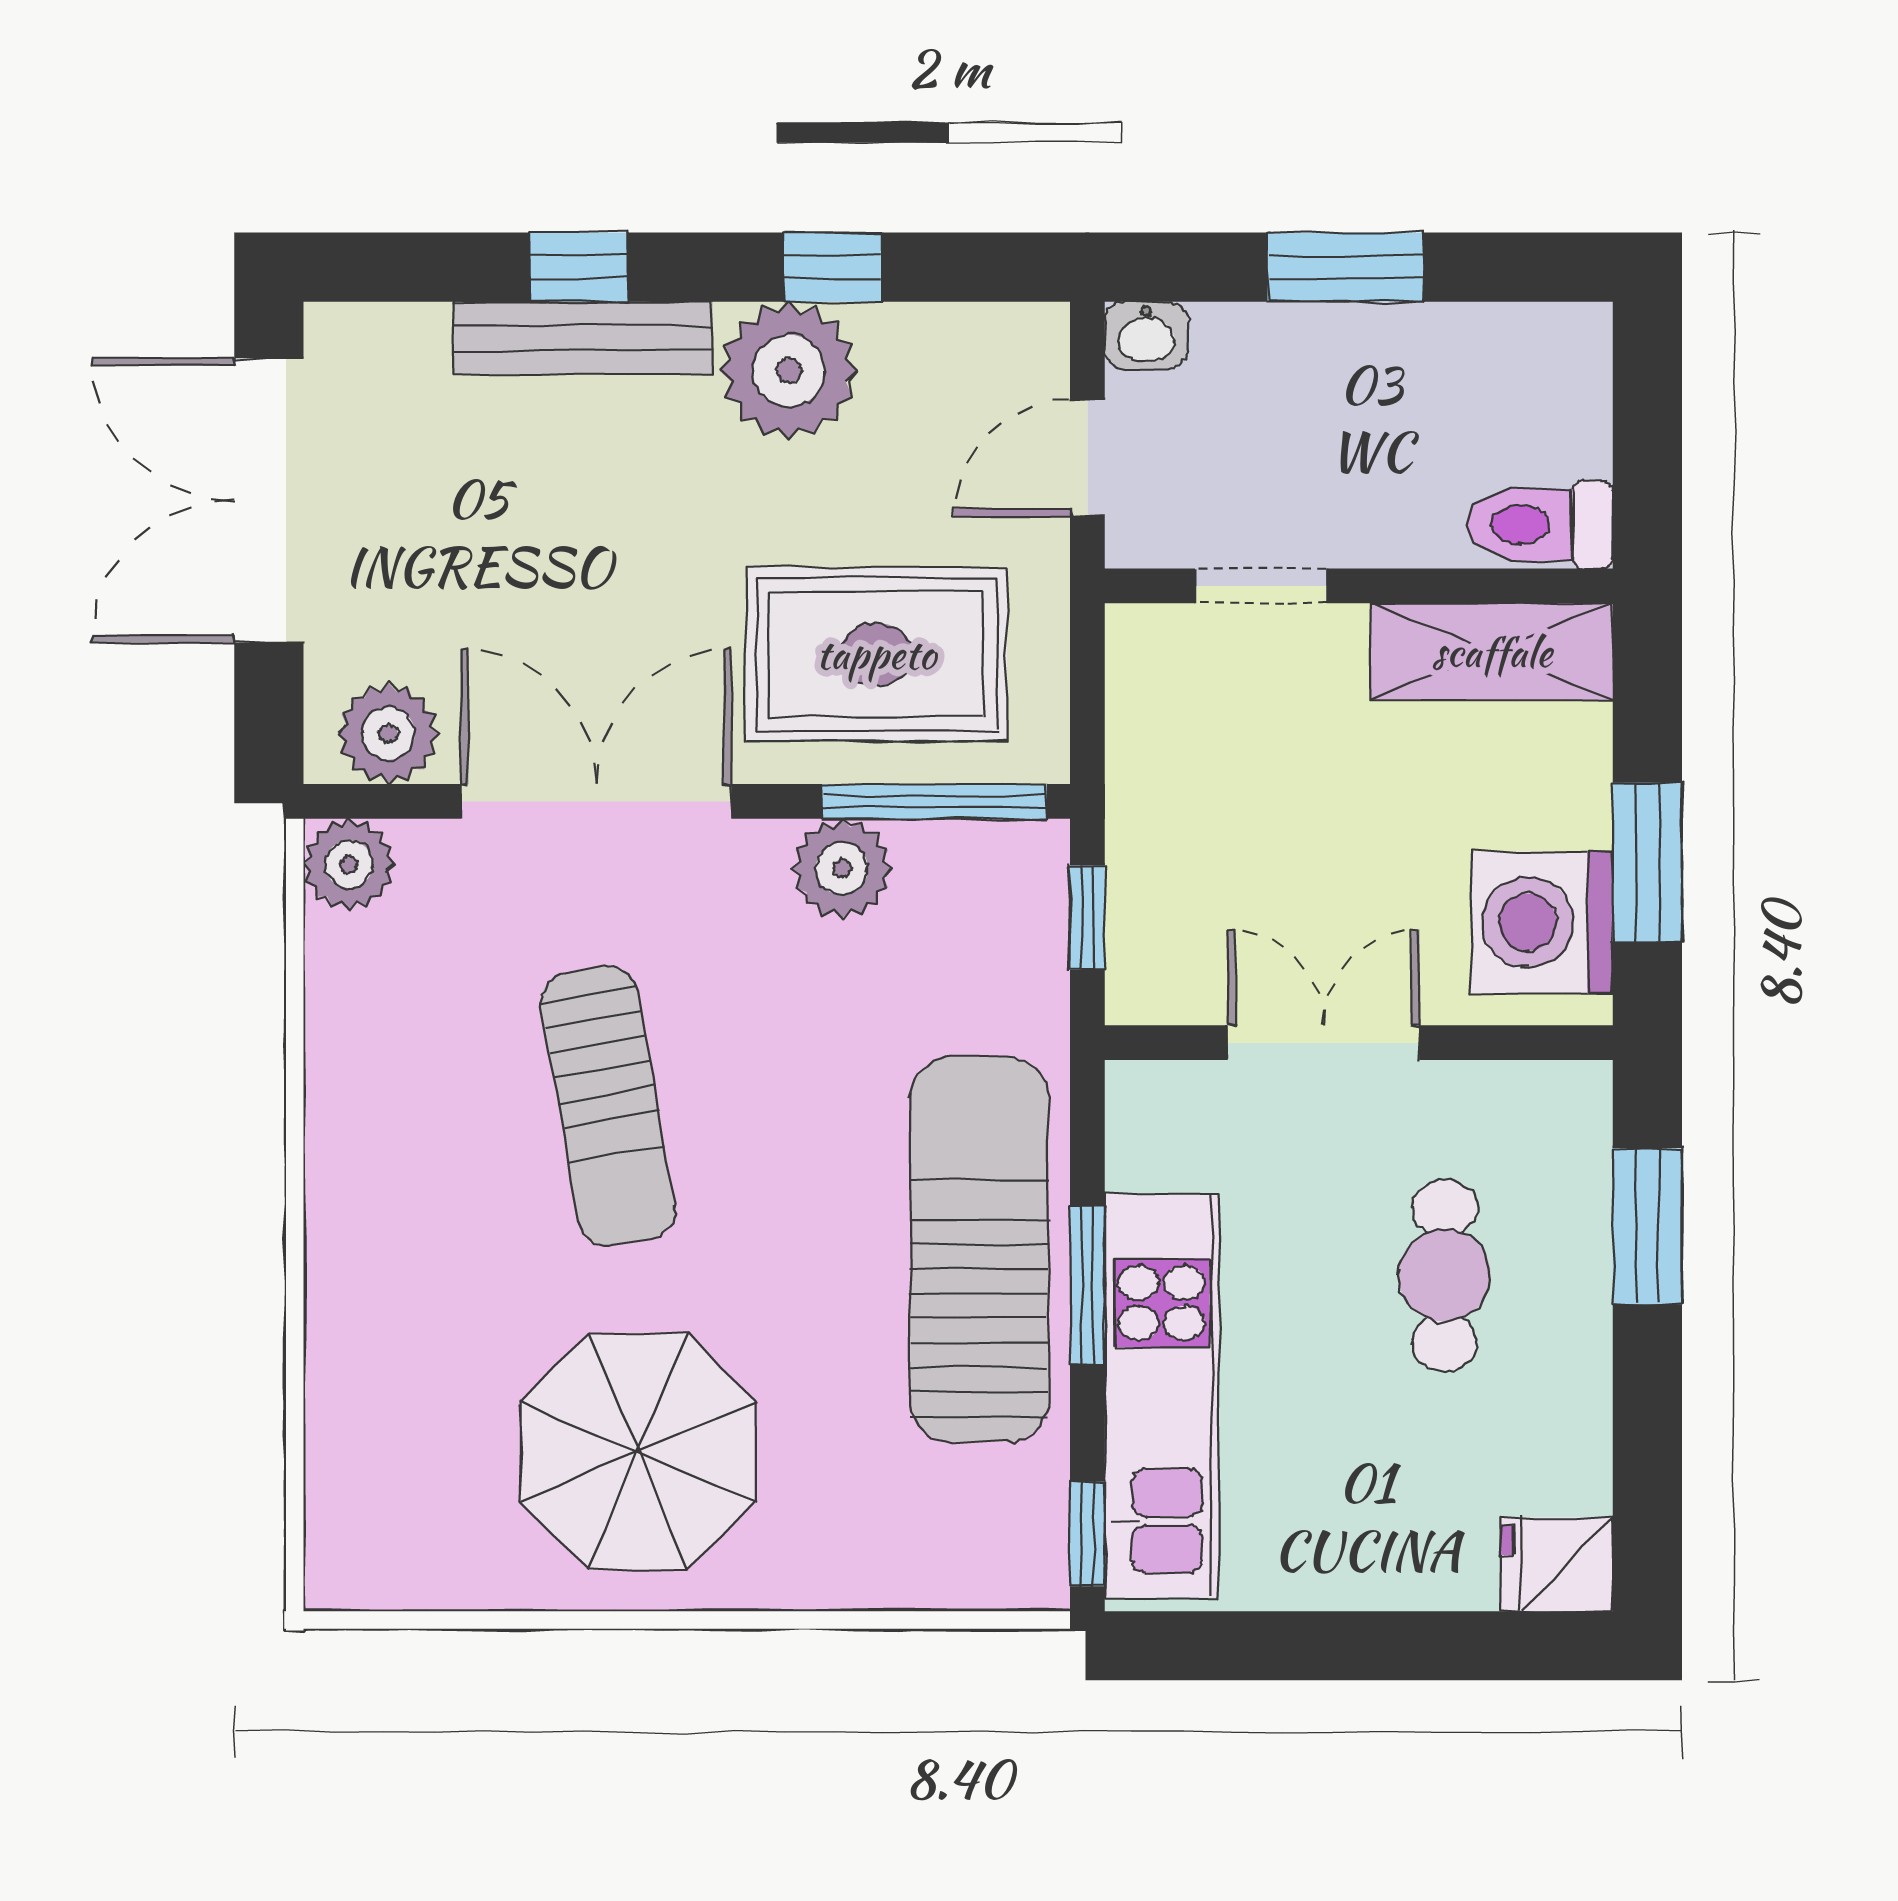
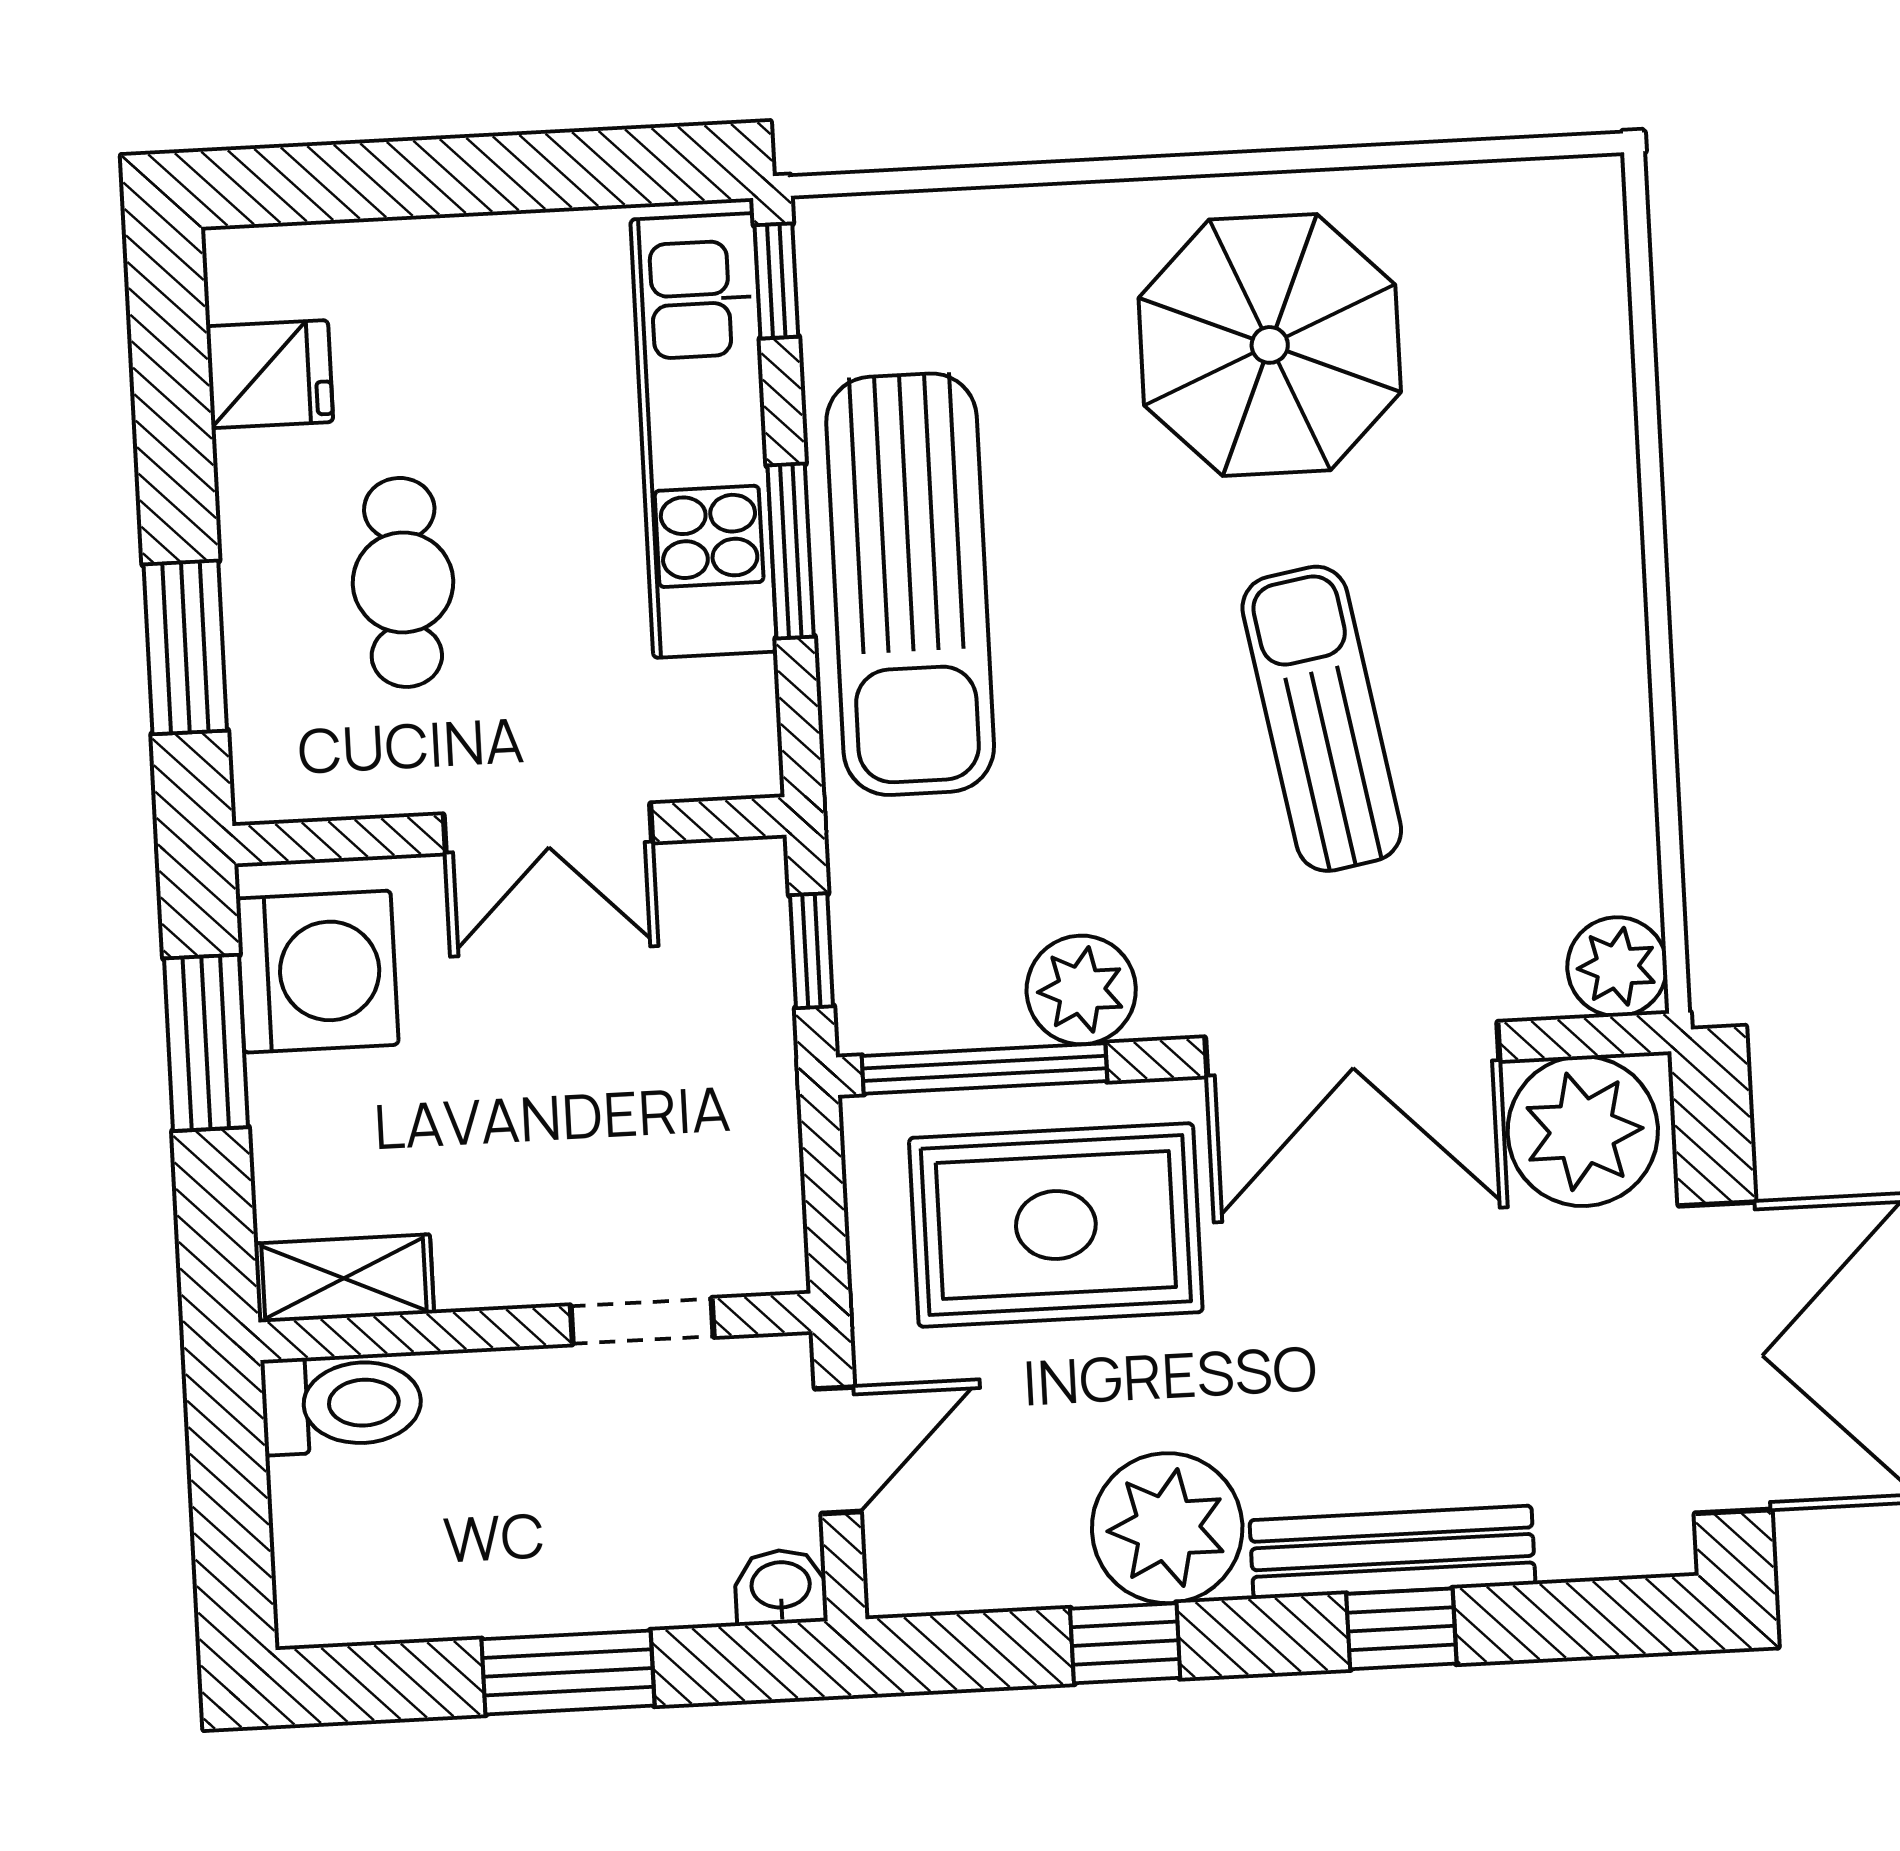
shelving: (1492, 652) -> (344, 1278), width x0.67, depth x0.75
plant: (388, 733) -> (1583, 1131), width x1.36, depth x1.36
fridge: (1557, 1564) -> (270, 374), moved

